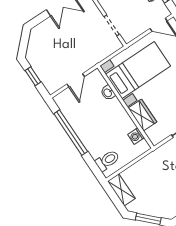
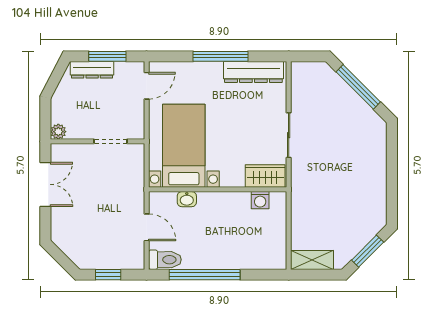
wardrobe: (142, 115) -> (265, 176), moved
toilet: (107, 160) -> (165, 260), moved, turned 90

